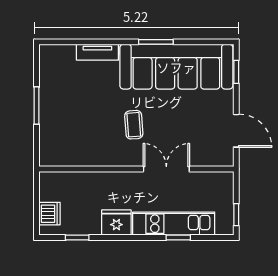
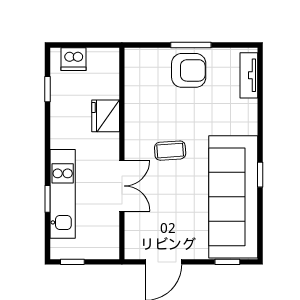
window: (156, 42) -> (260, 175), width x0.67
tv unit: (97, 52) -> (249, 75), moved
armchair: (60, 108) -> (189, 70), added
fridge: (116, 223) -> (106, 116), moved, turned 180

